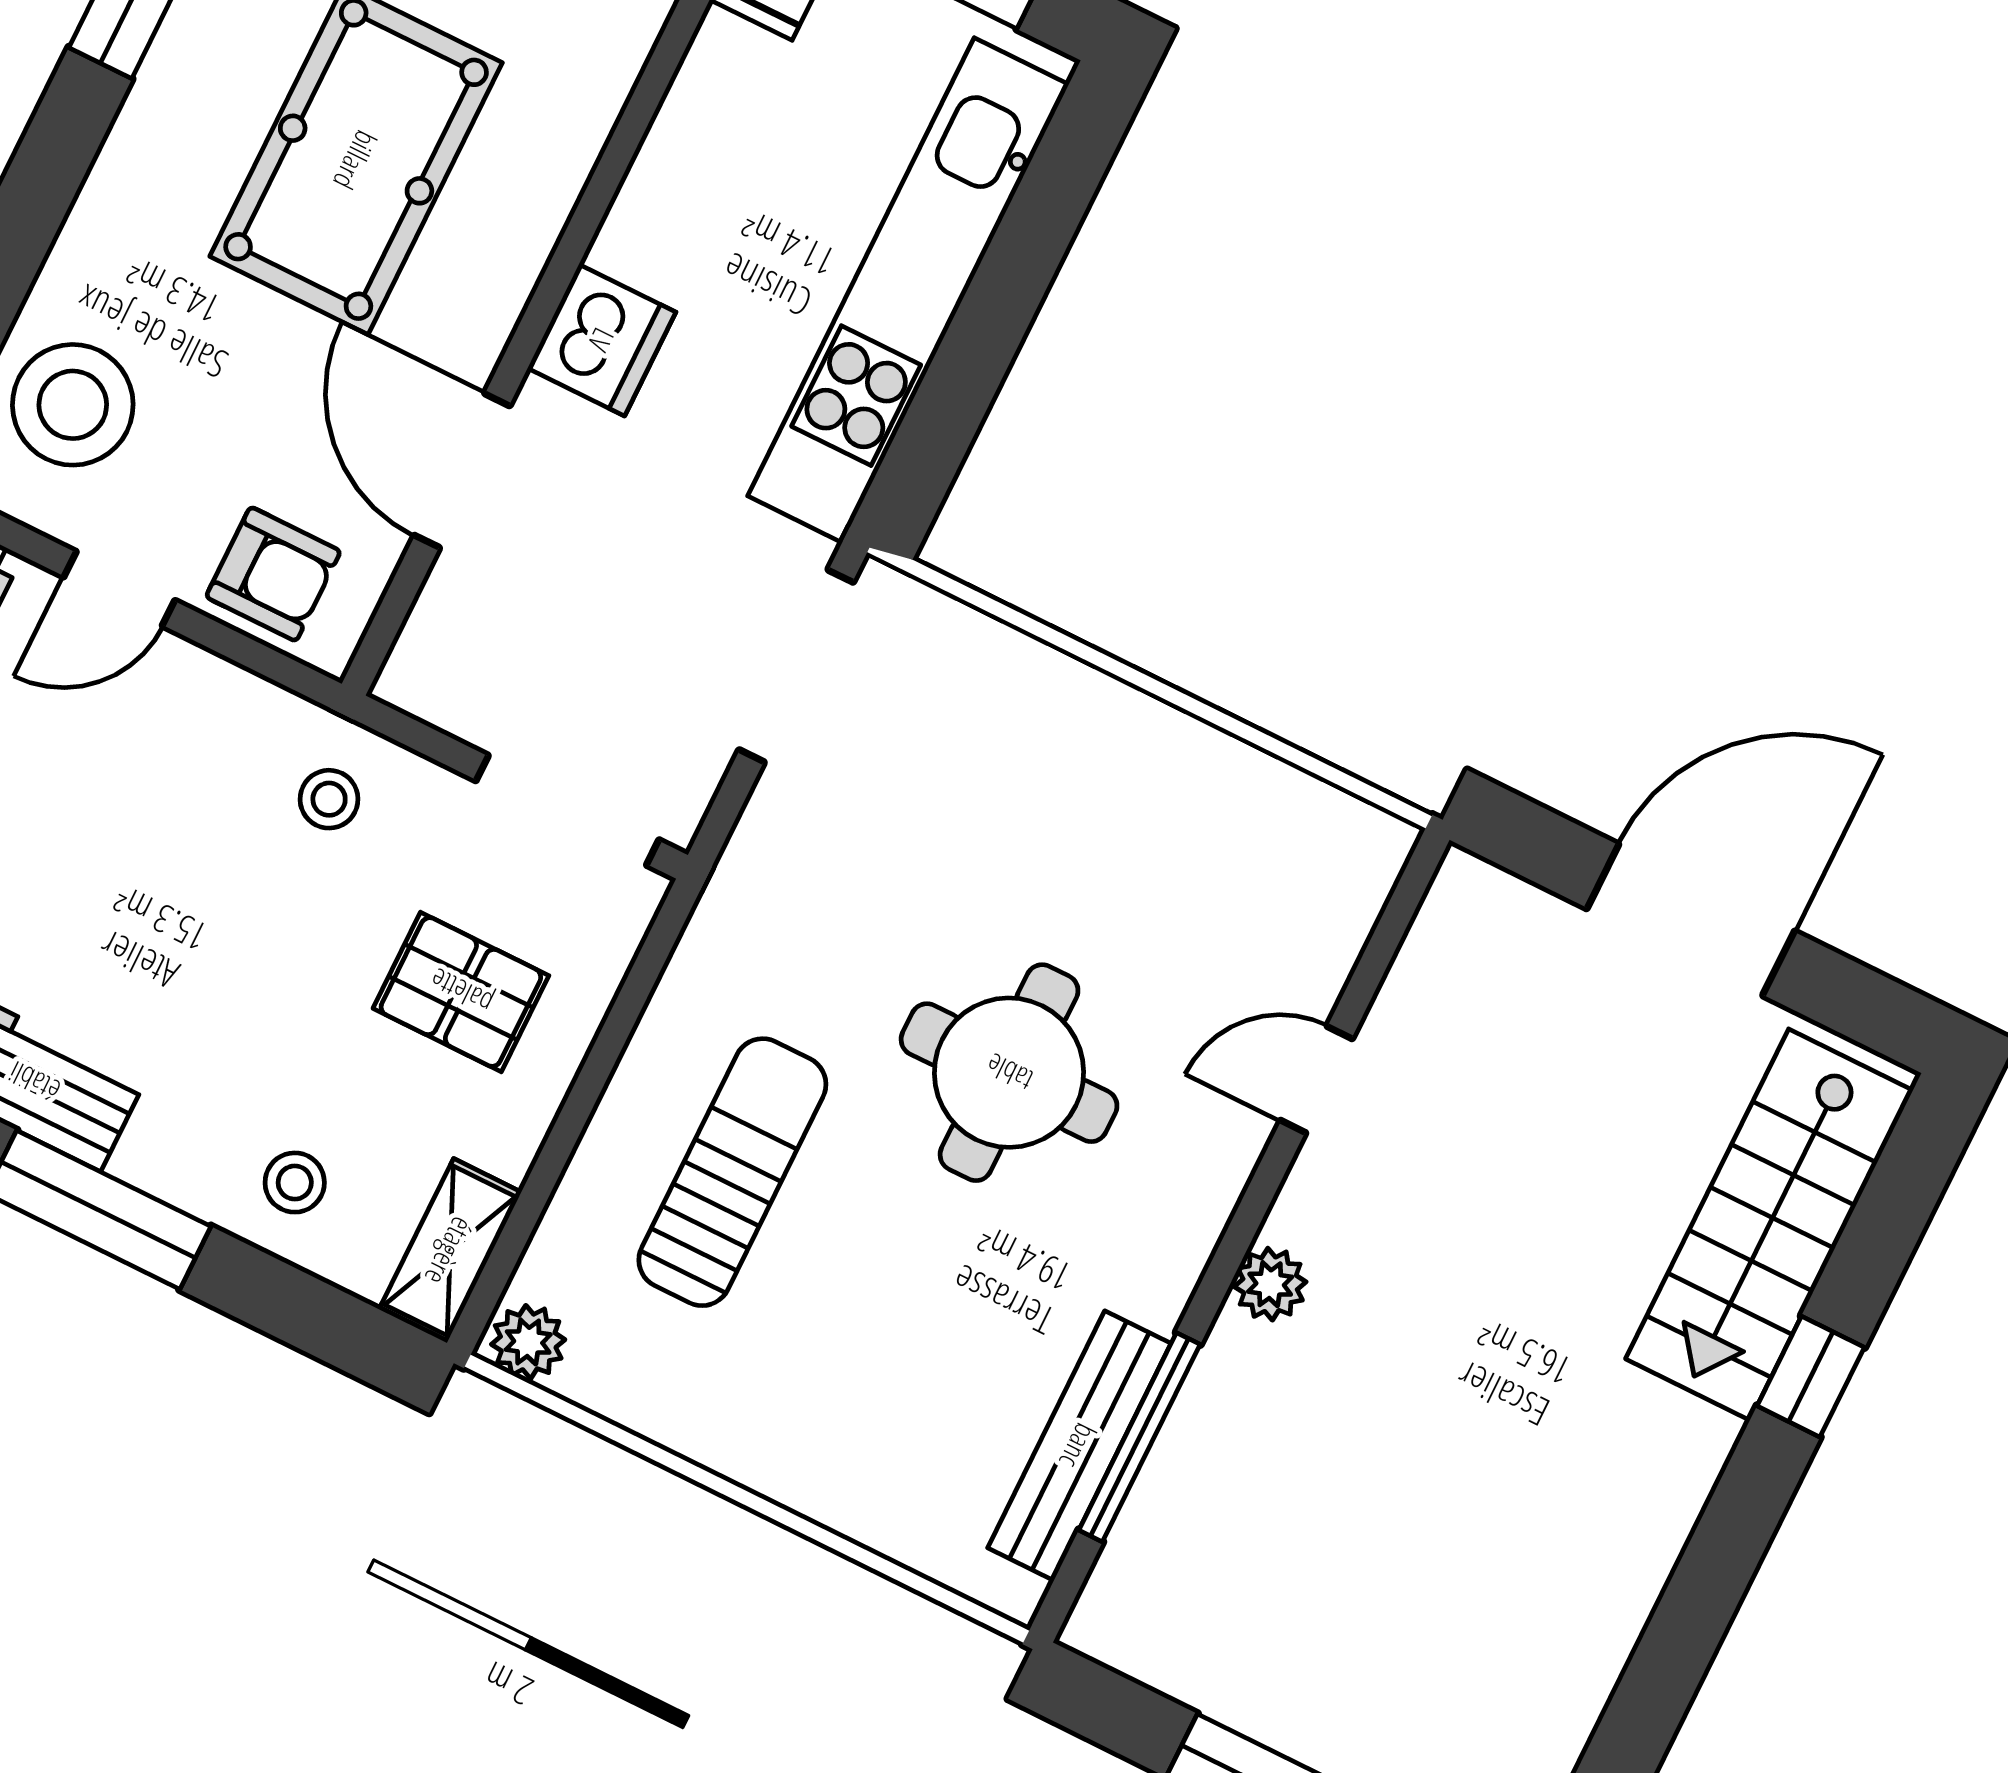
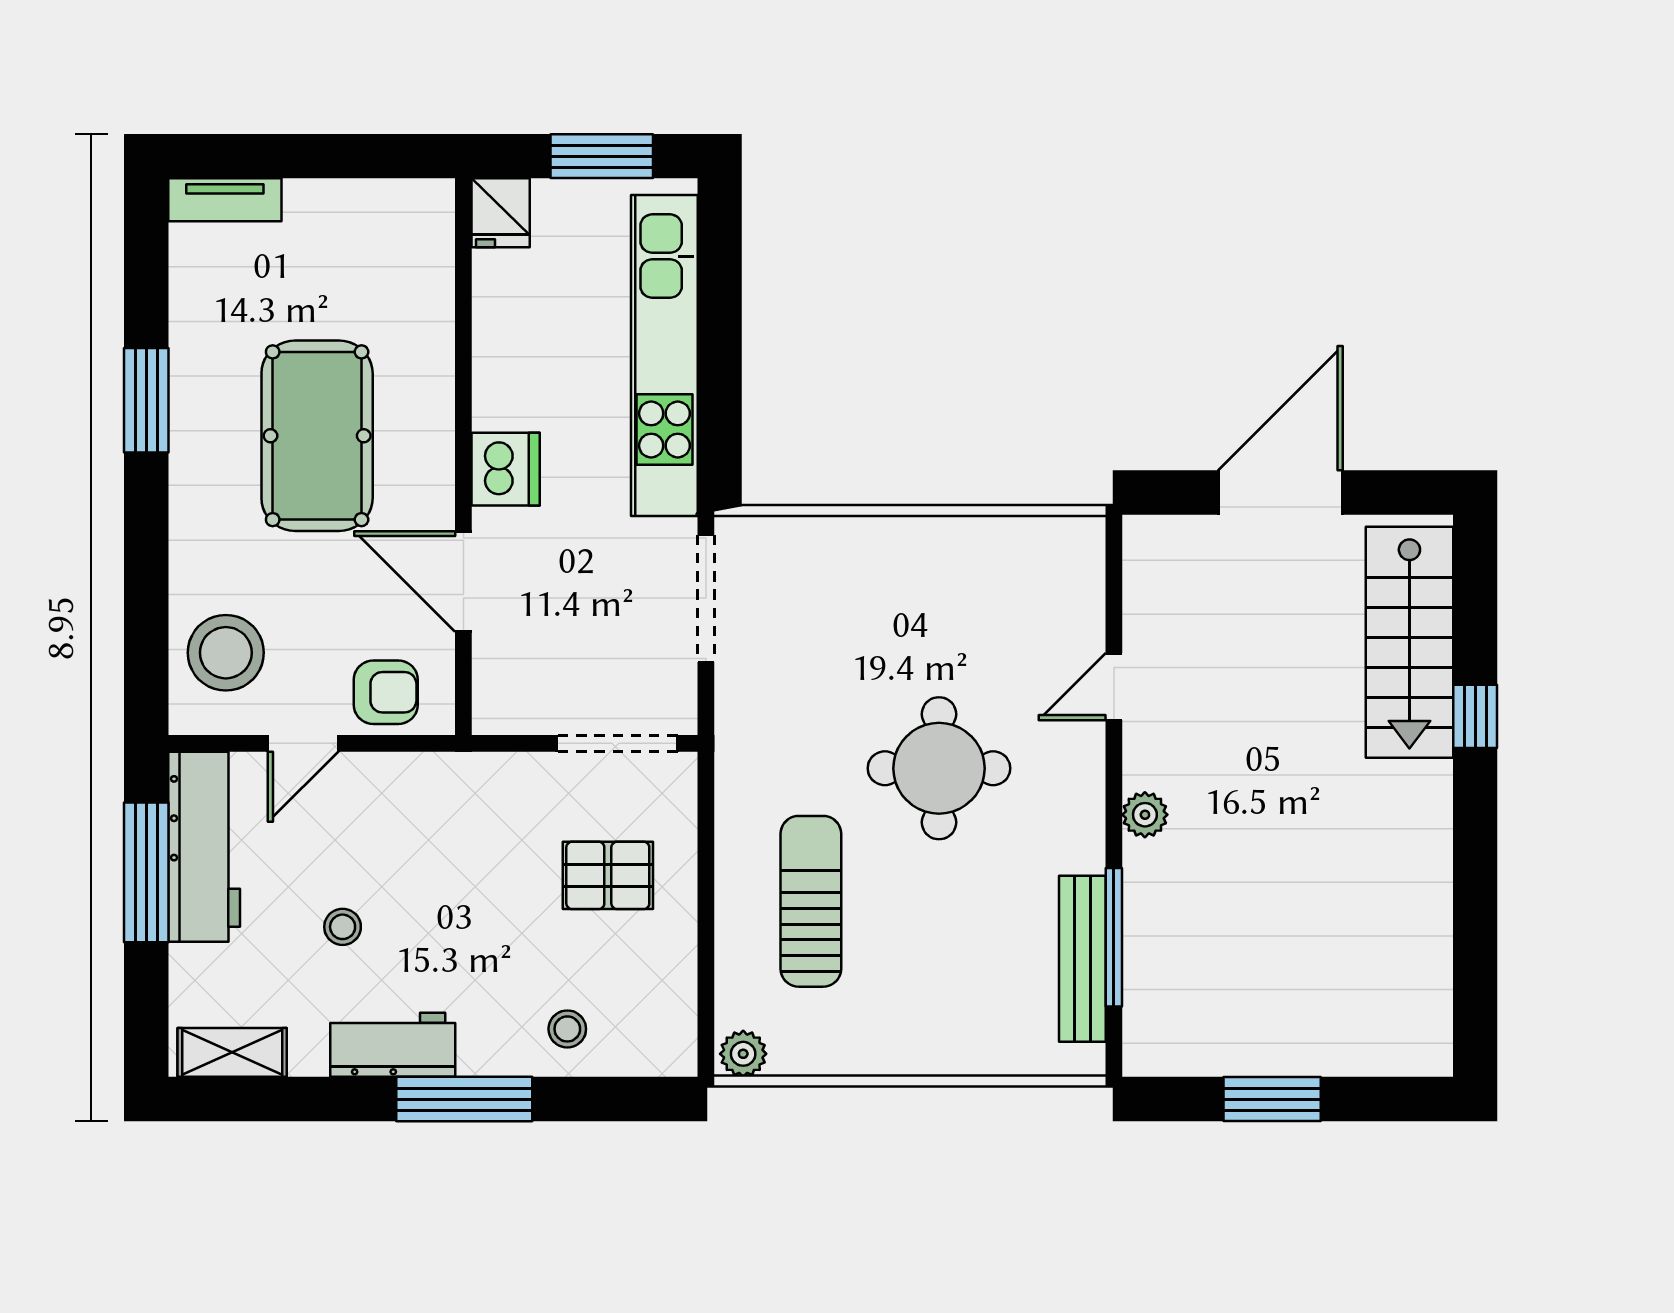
stool: (329, 799) -> (343, 927), moved
shelving: (450, 1251) -> (674, 1024), removed

